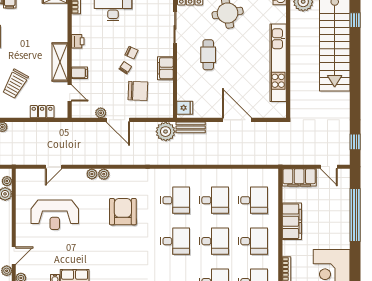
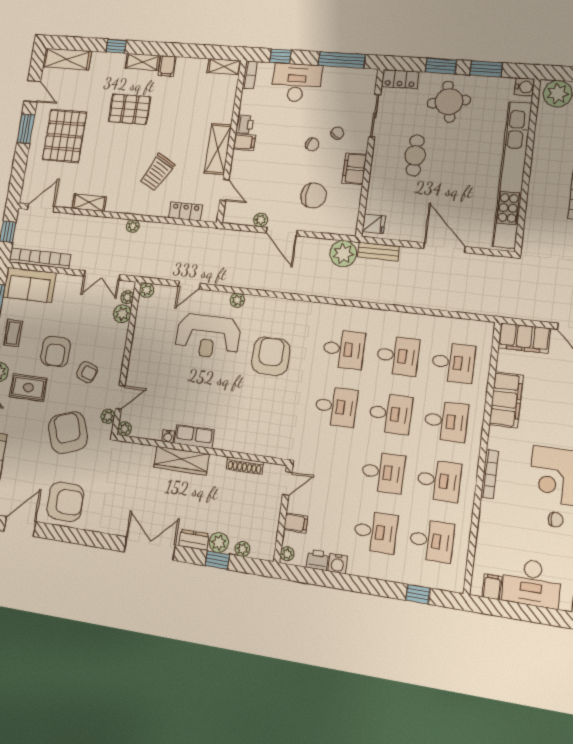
kitchen unit: (278, 63) -> (512, 174), width x1.36
chair: (125, 68) -> (337, 133), moved
filing cabinet: (80, 73) -> (244, 142), moved
plant: (104, 174) -> (147, 290), moved
reception desk: (55, 215) -> (208, 336), moved

